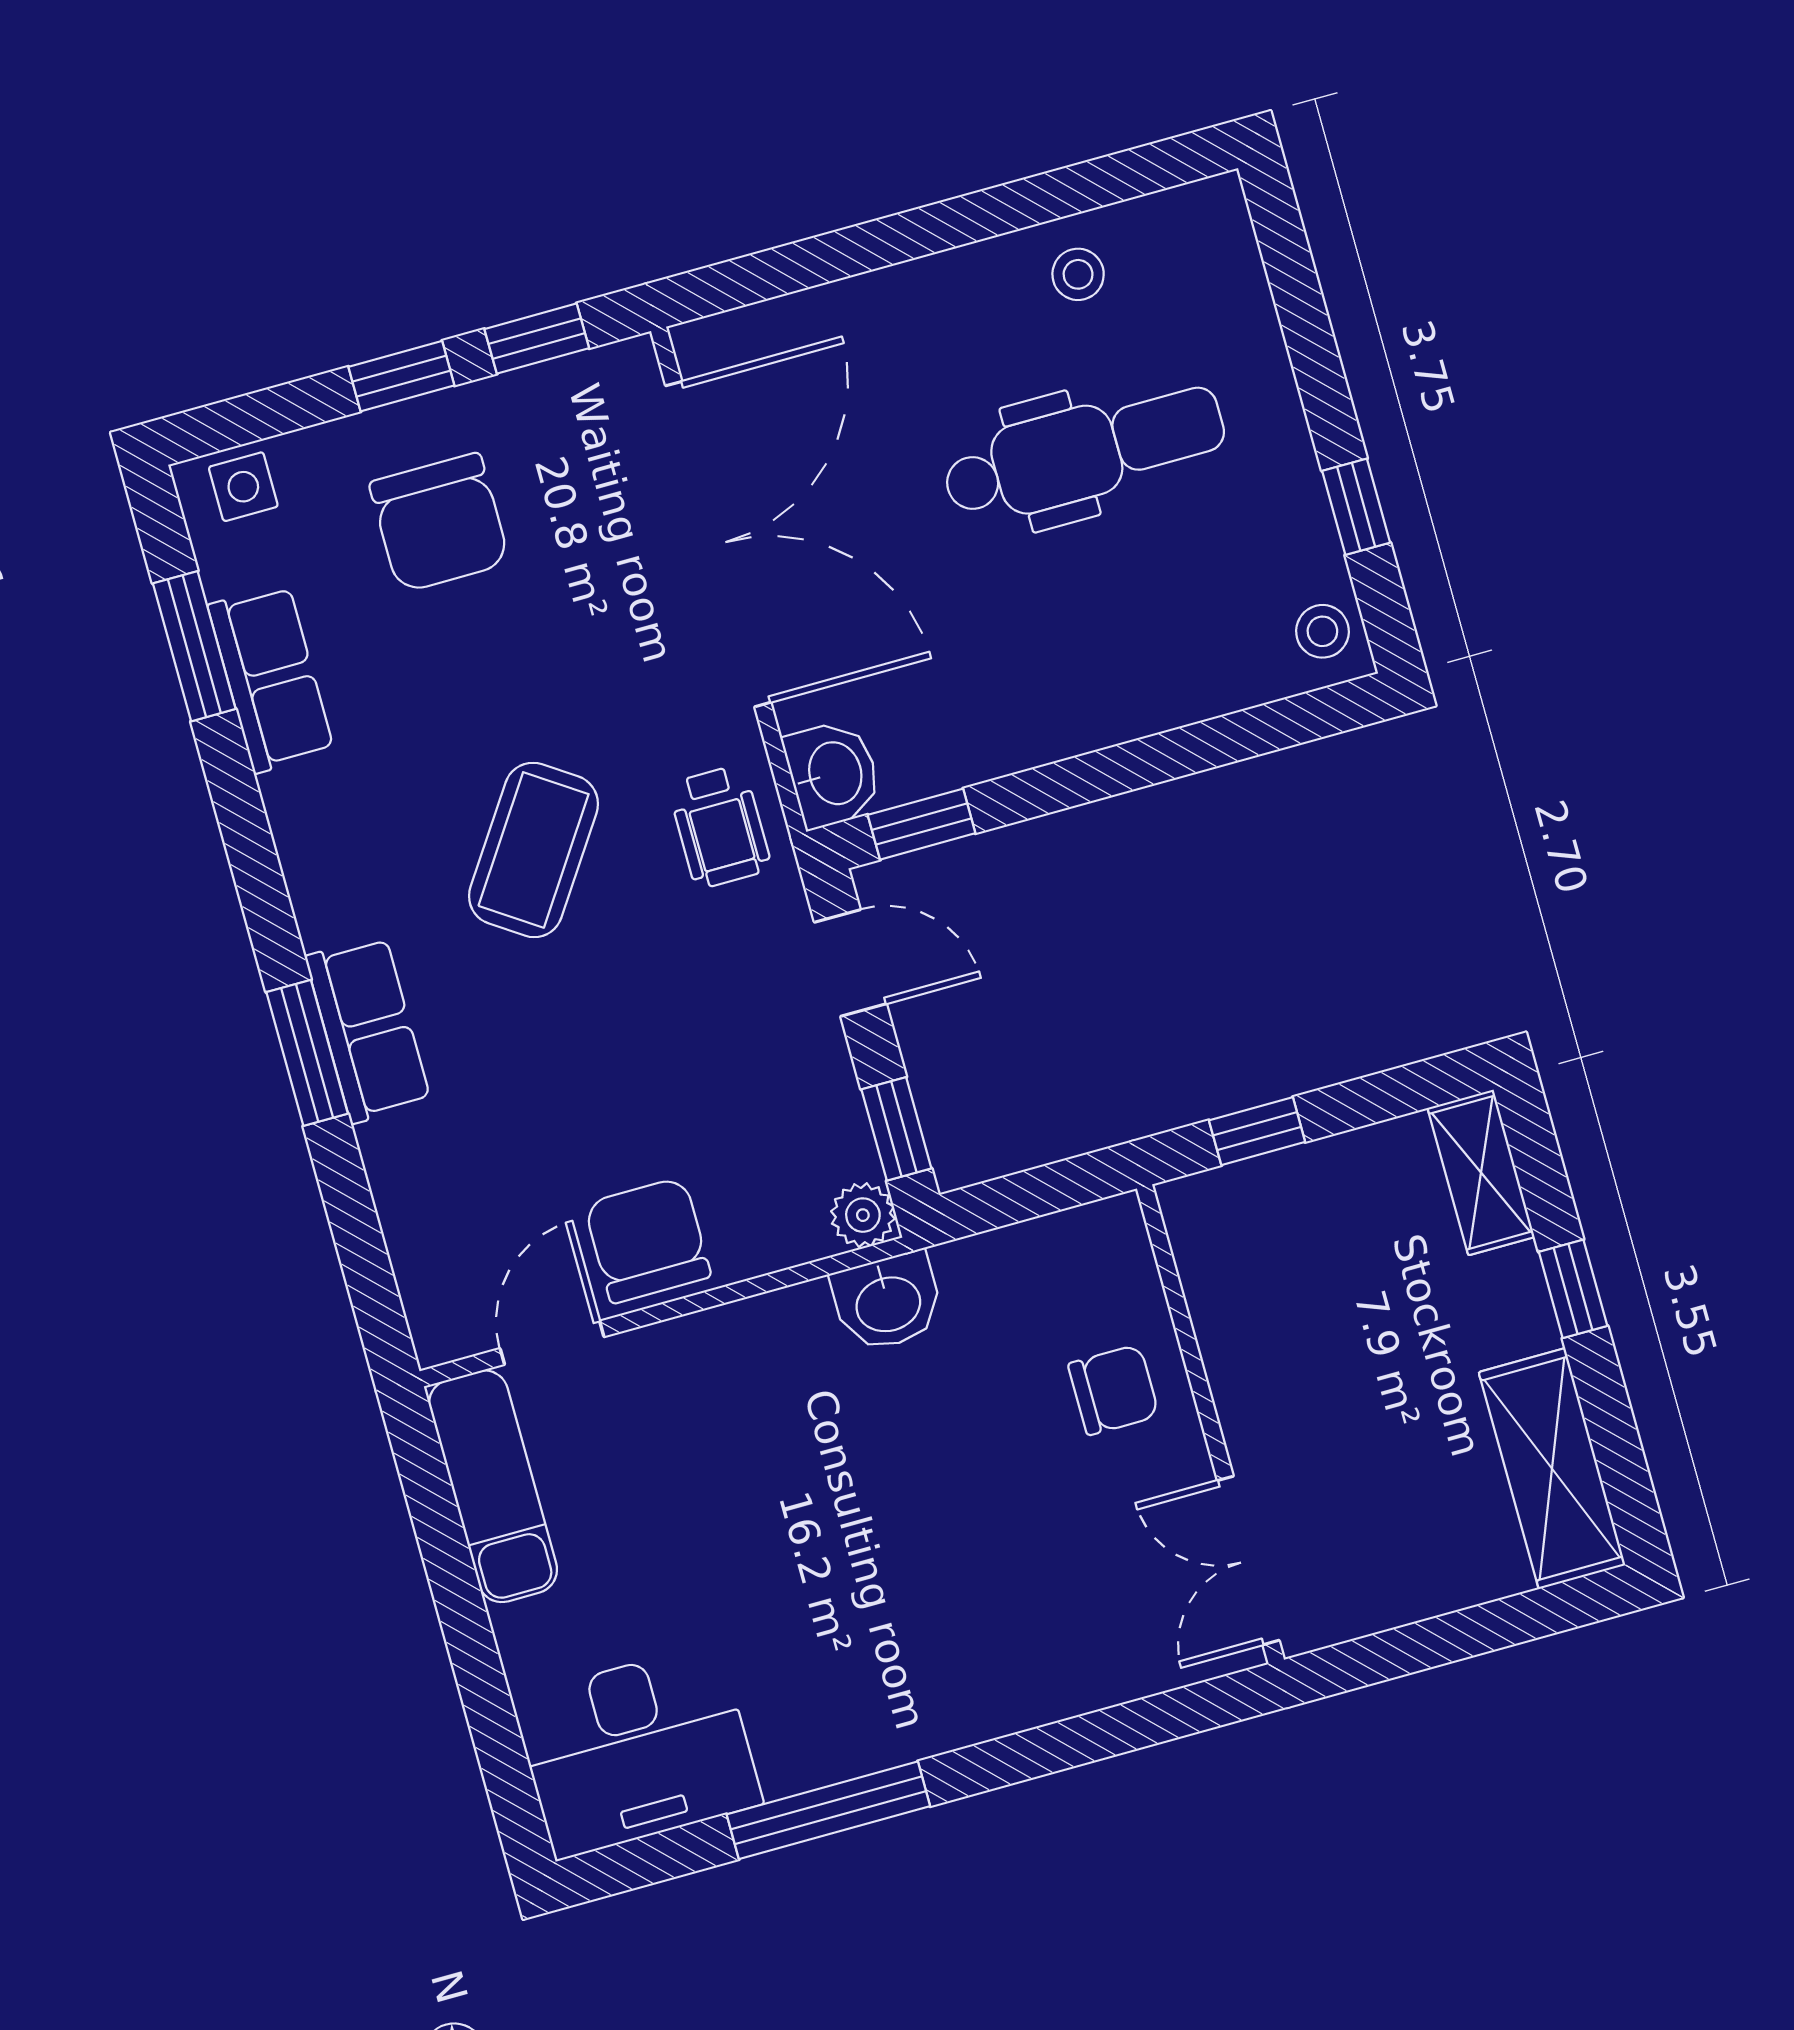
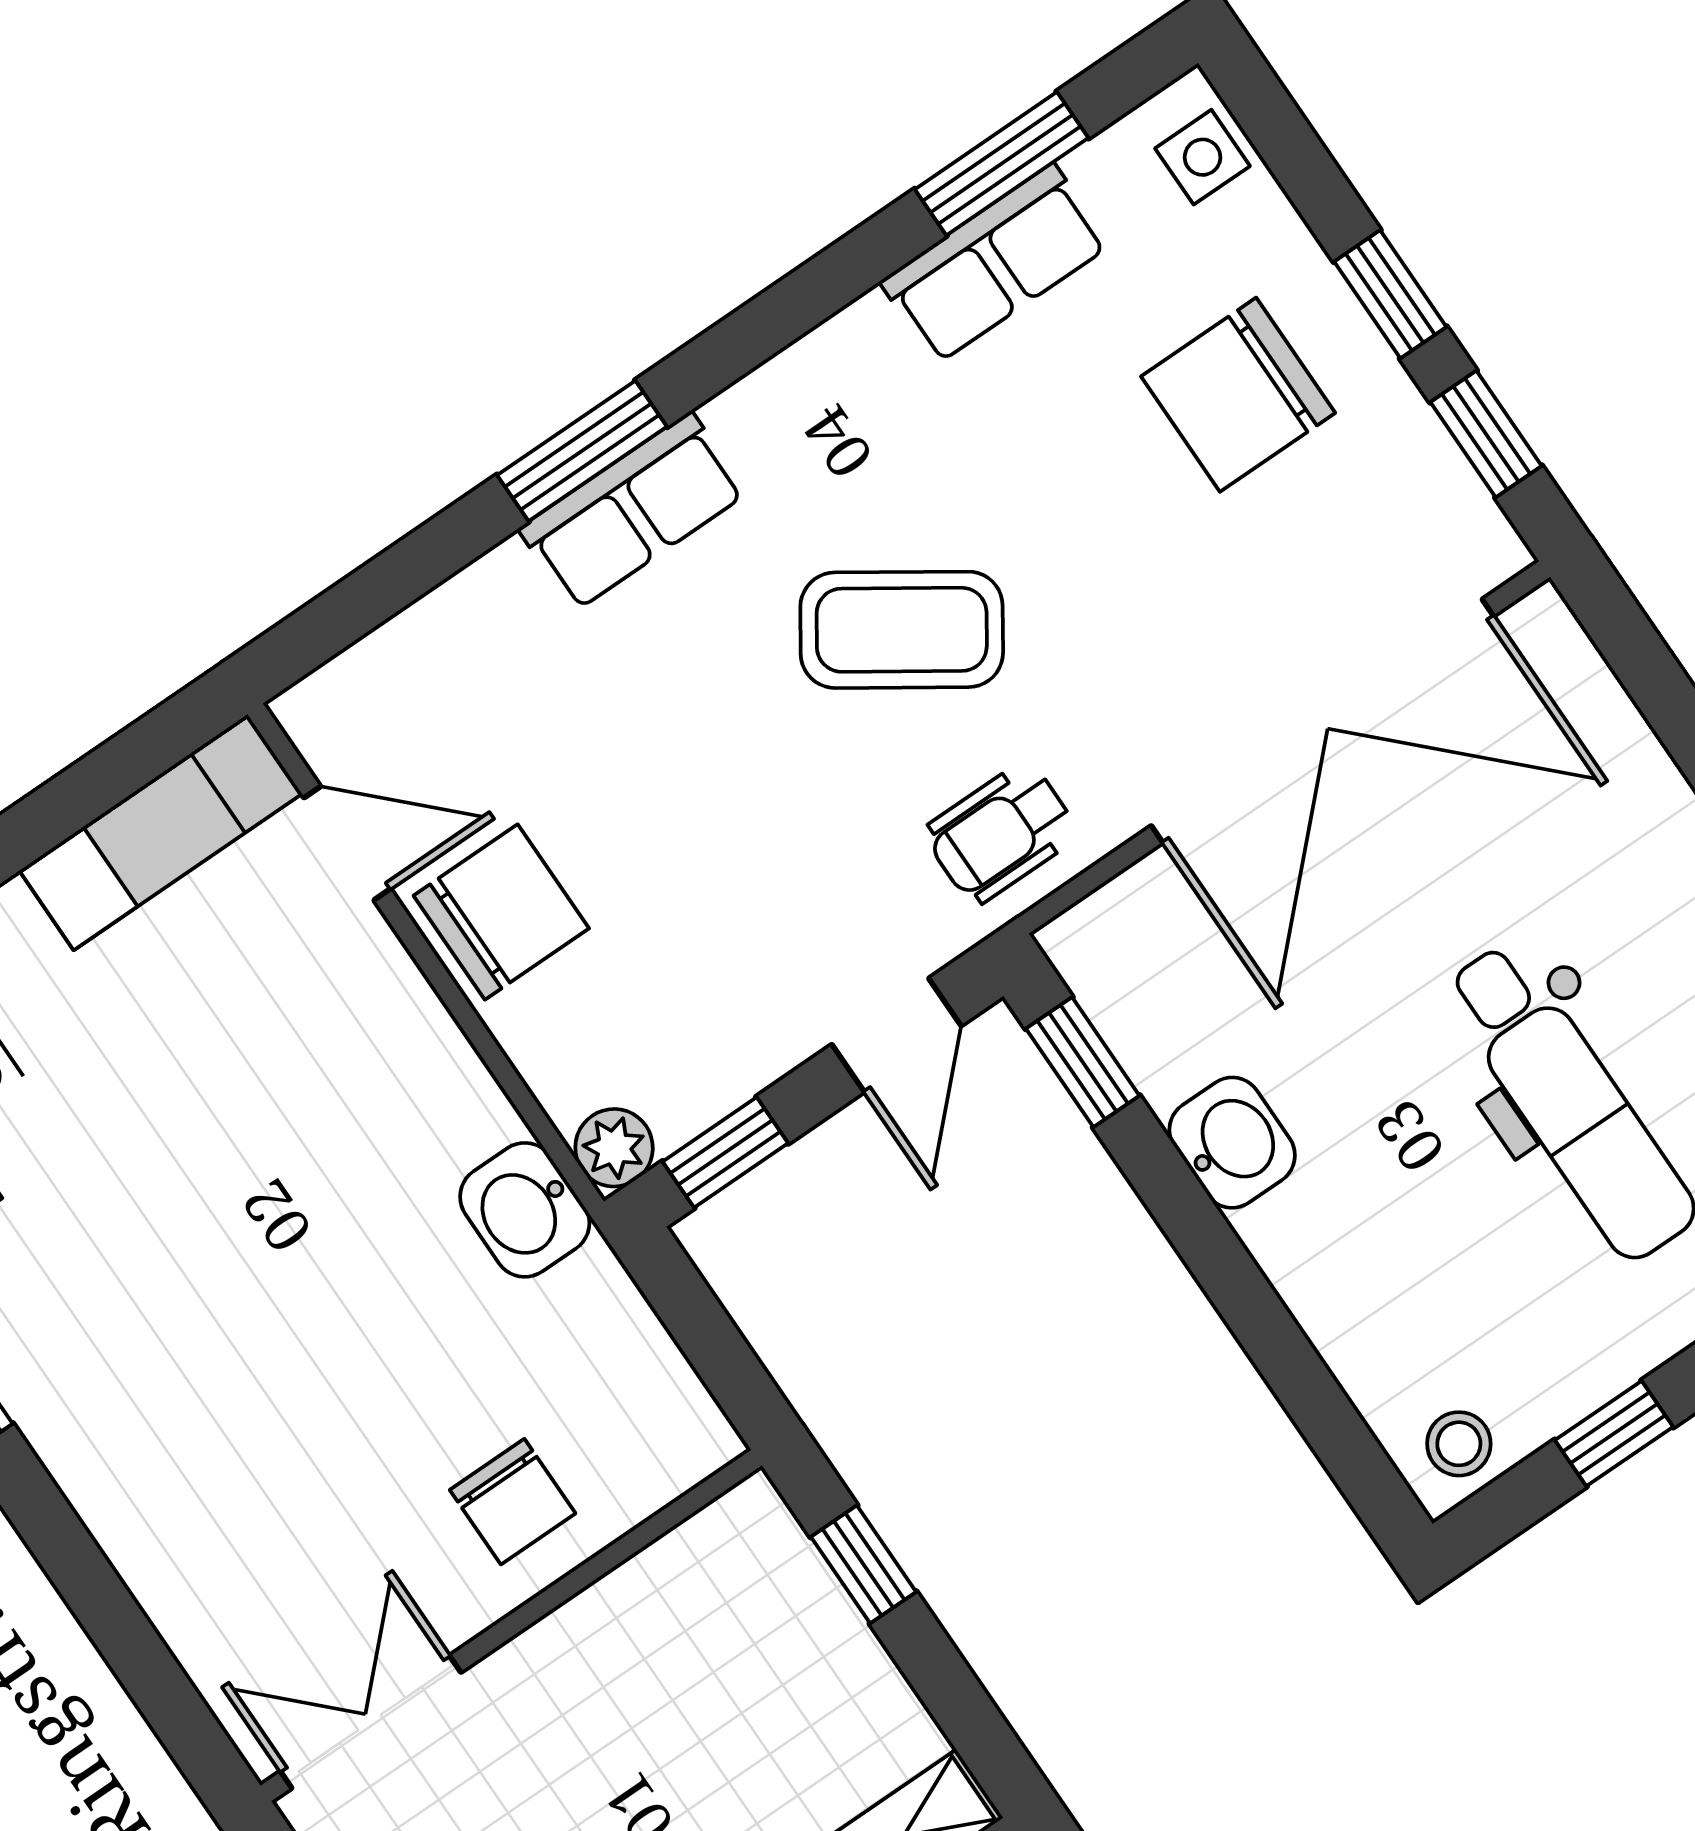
washbasin: (833, 774) -> (1232, 1143), moved, turned -90

